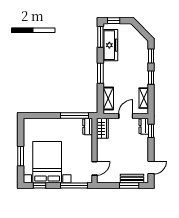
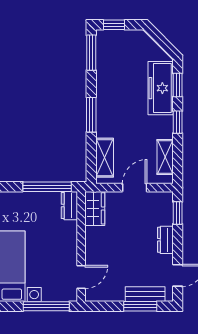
freezer: (110, 45) -> (161, 88), moved, turned 180
dresser: (144, 126) -> (165, 240), moved

